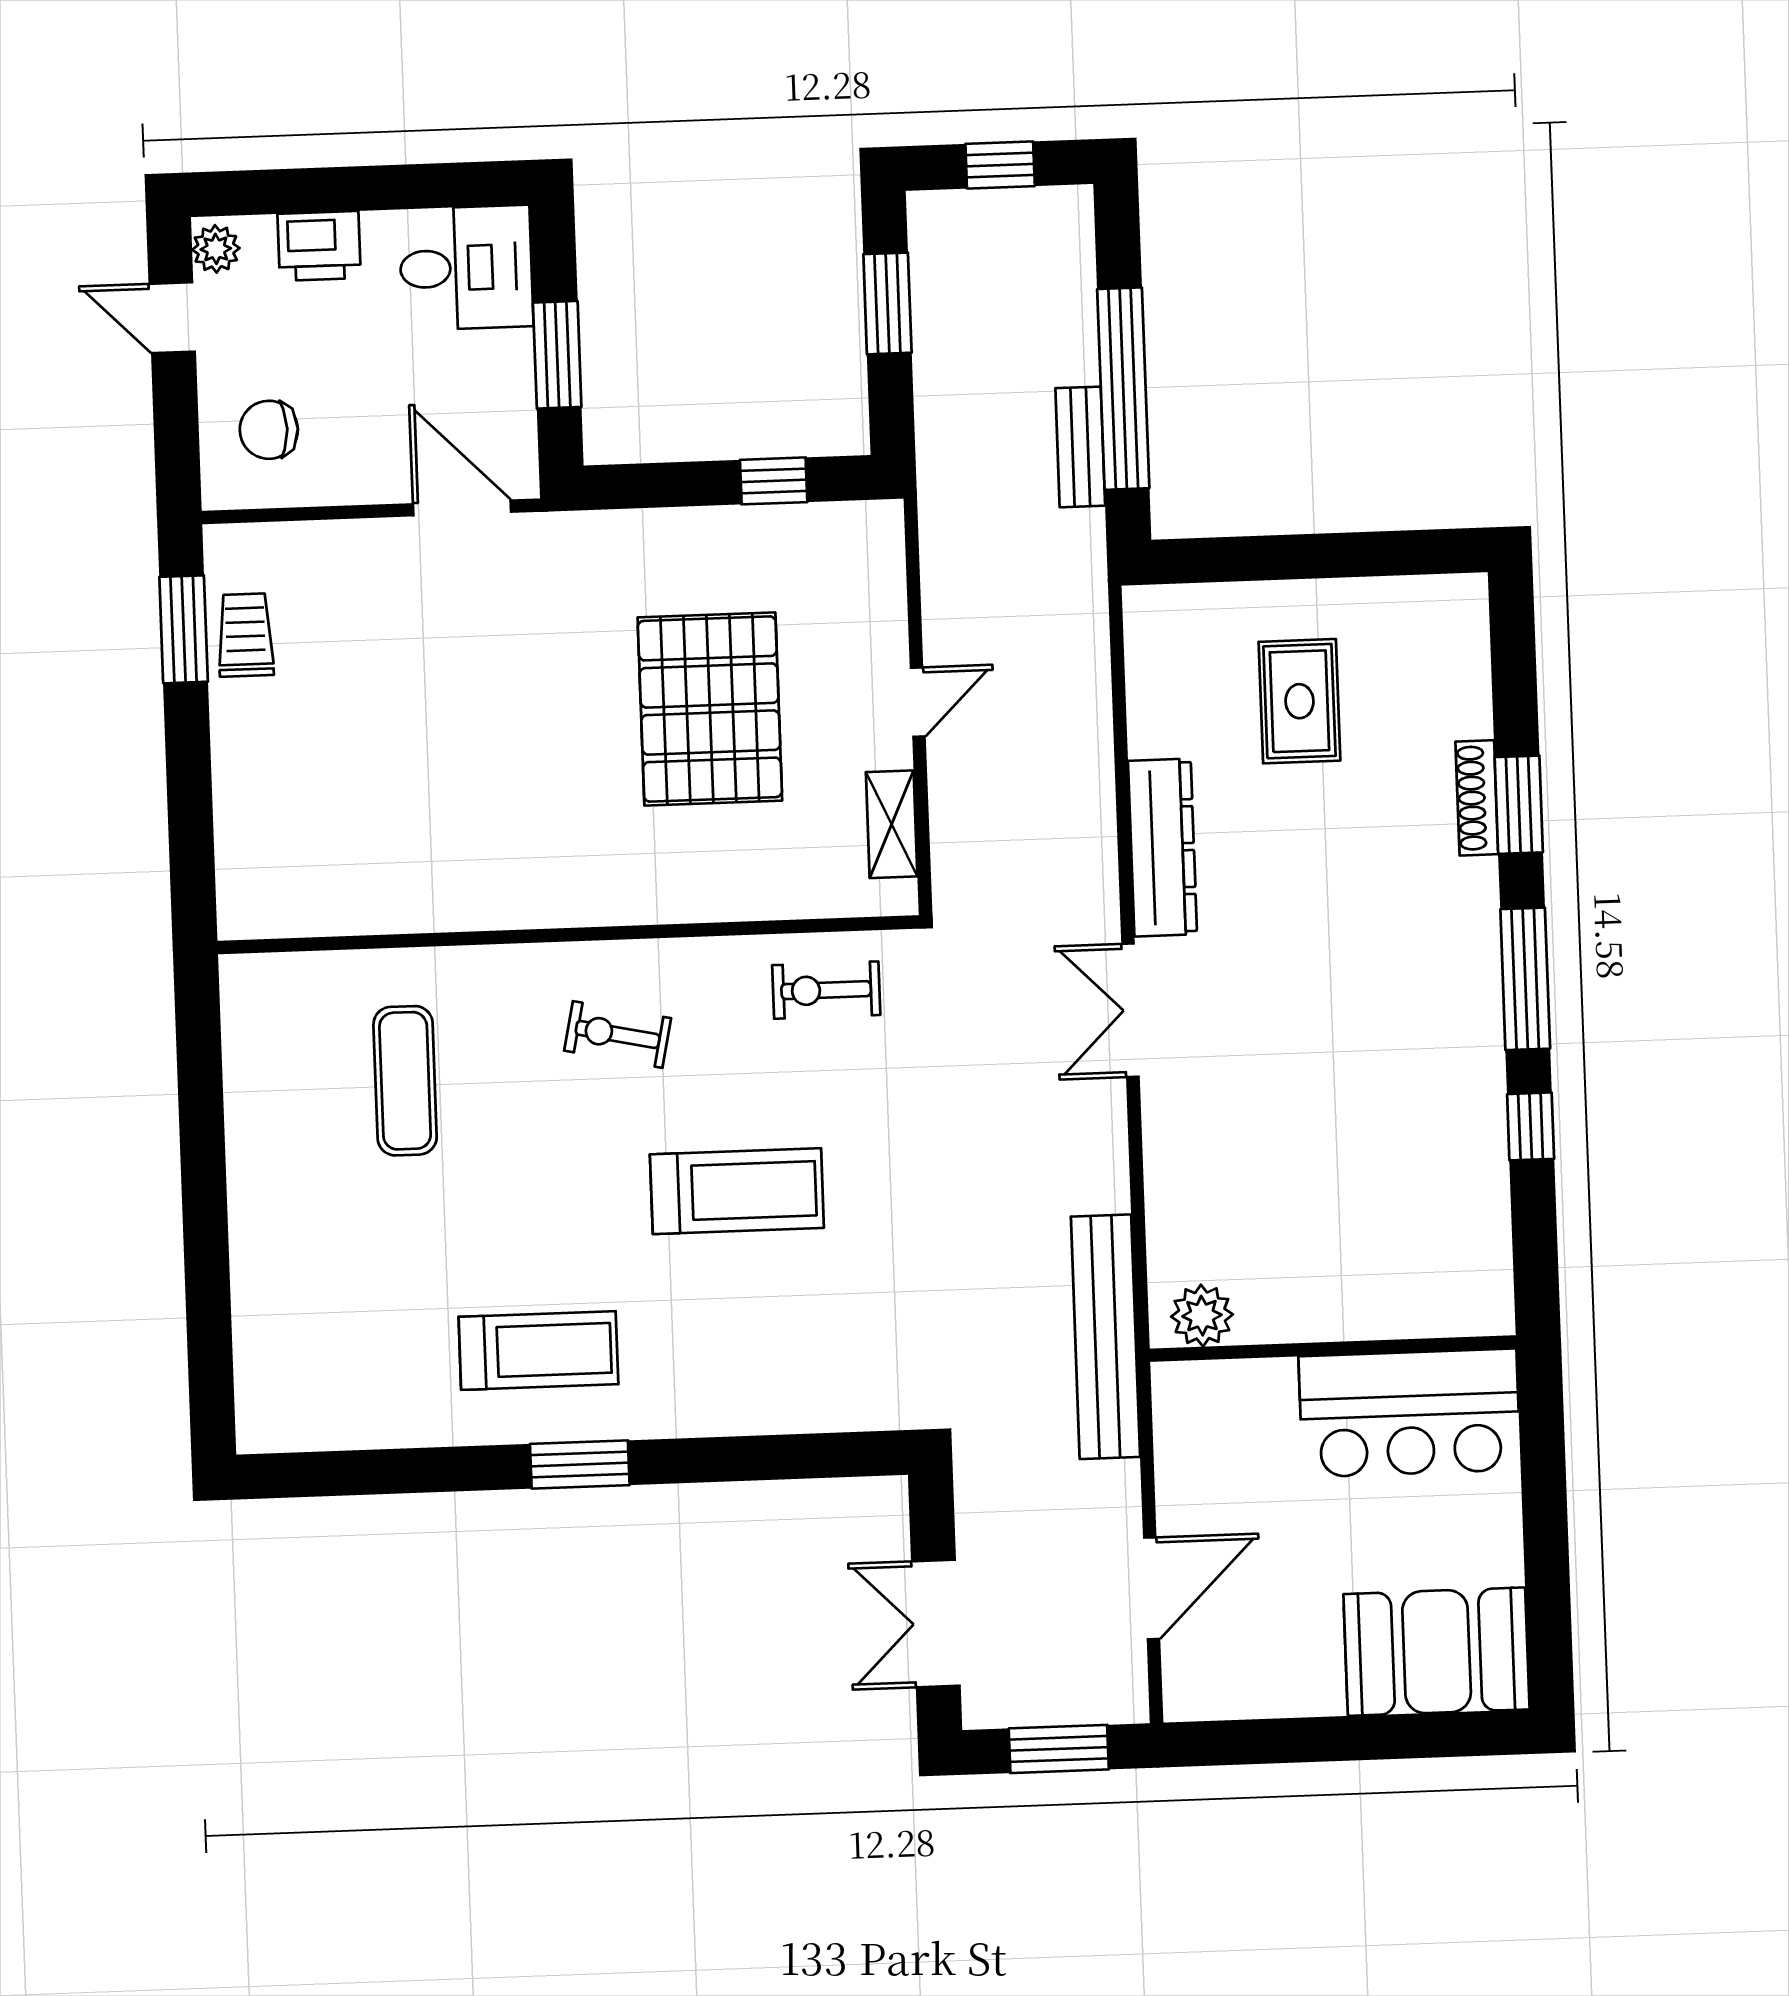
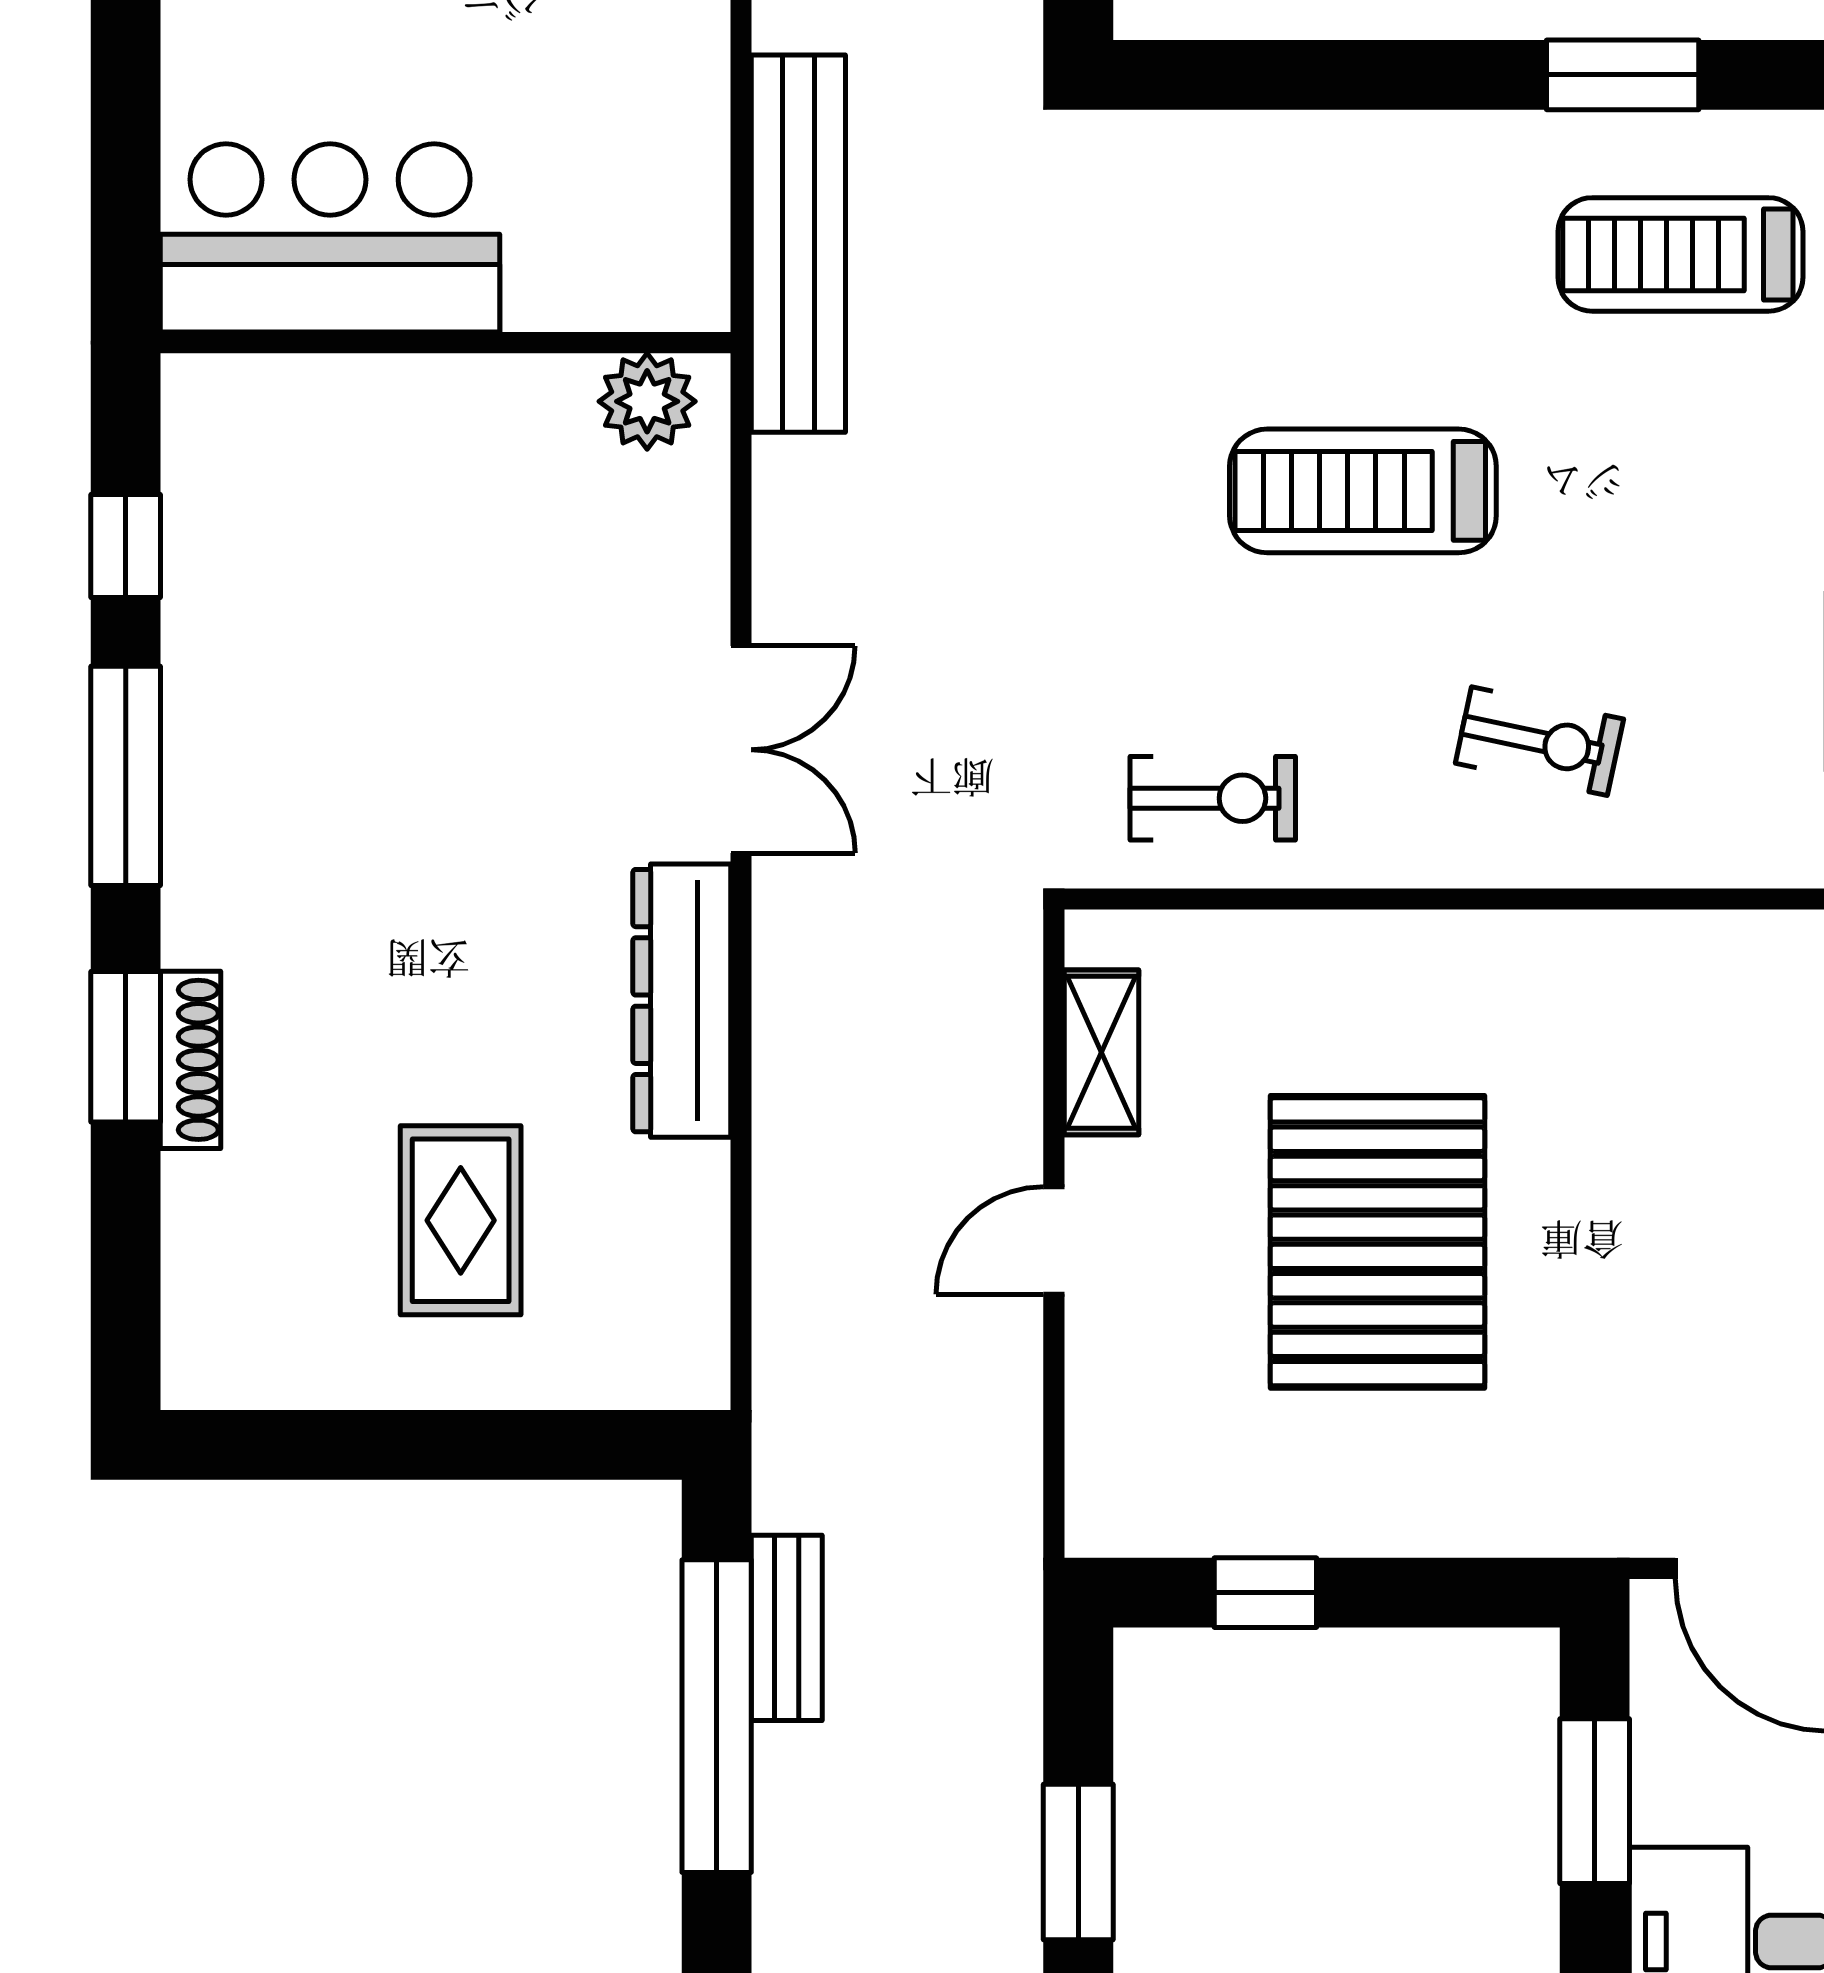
plant: (1202, 1316) -> (647, 401), moved
wall: (1333, 1348) -> (445, 343), moved
bar counter: (1410, 1413) -> (330, 238), moved

